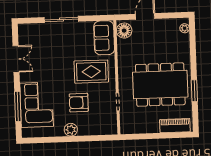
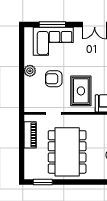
window: (194, 91) -> (43, 182), moved
armchair: (79, 103) -> (54, 79), turned -90
piano: (175, 126) -> (30, 135), moved

